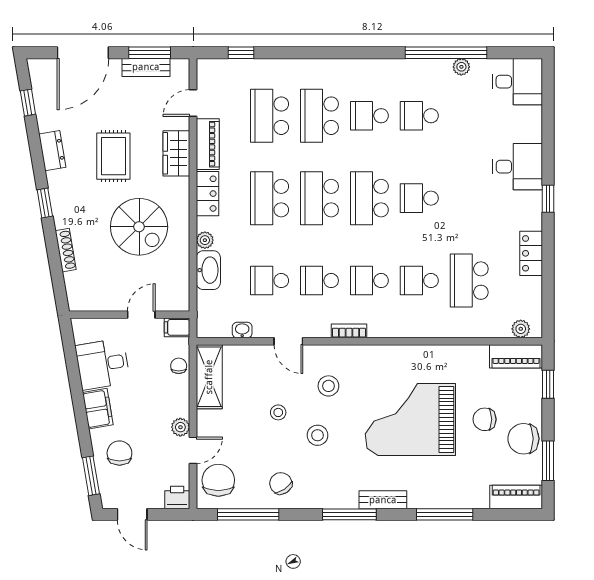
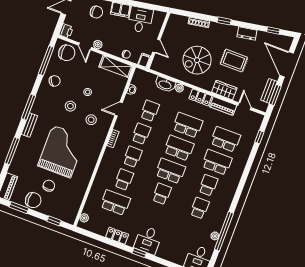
desk: (517, 167) -> (148, 240), moved
piano: (516, 356) -> (72, 211), removed
chair: (523, 439) -> (33, 200), turned 90

